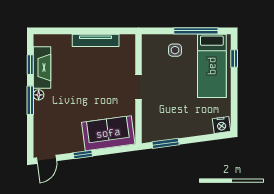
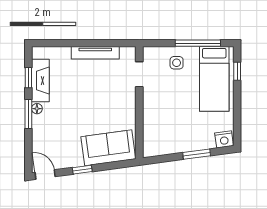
doorway: (139, 87) -> (139, 74), moved
window: (166, 143) -> (197, 154), moved
door: (47, 159) -> (45, 175), swing flipped

